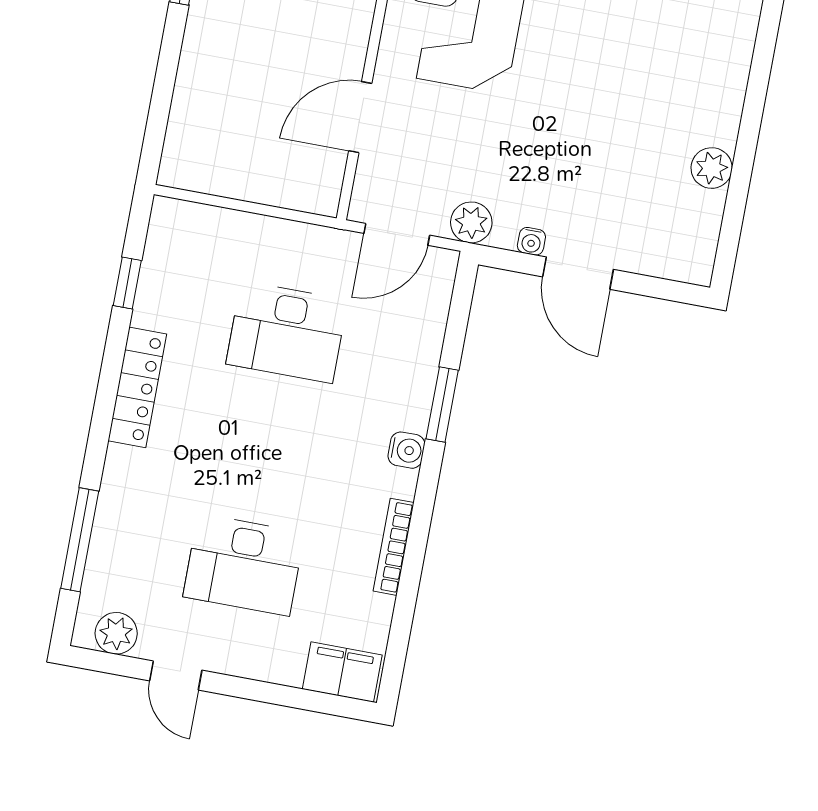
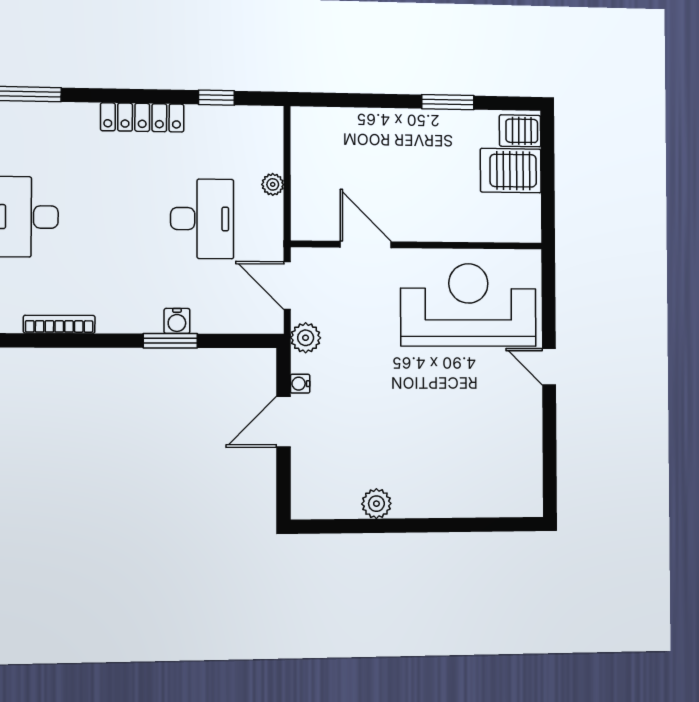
plant: (257, 229) -> (273, 184), added
desk: (287, 332) -> (202, 219), turned 180
water cooler: (406, 450) -> (177, 321), moved

